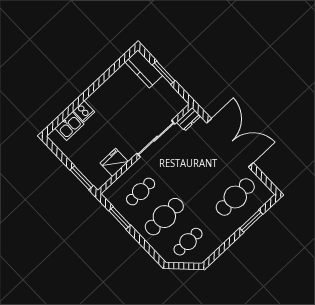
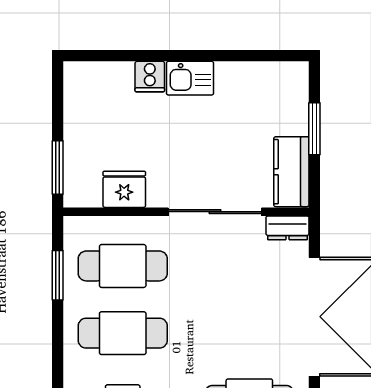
kitchen counter: (144, 69) -> (291, 172), moved
kitchen sink: (69, 126) -> (190, 78), moved
cafe table: (141, 192) -> (123, 266), width x1.37, depth x1.35

